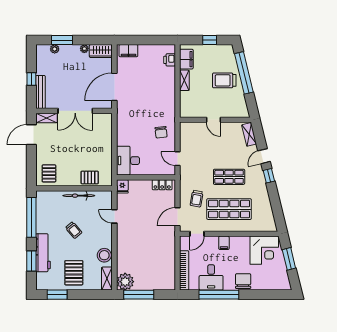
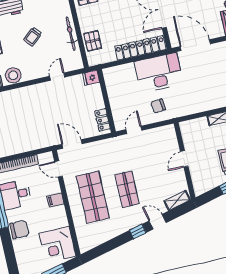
locker: (106, 136) -> (140, 48), added
desk: (128, 161) -> (159, 73), moved, width x1.36, depth x1.30
trolley: (197, 199) -> (96, 160), removed

